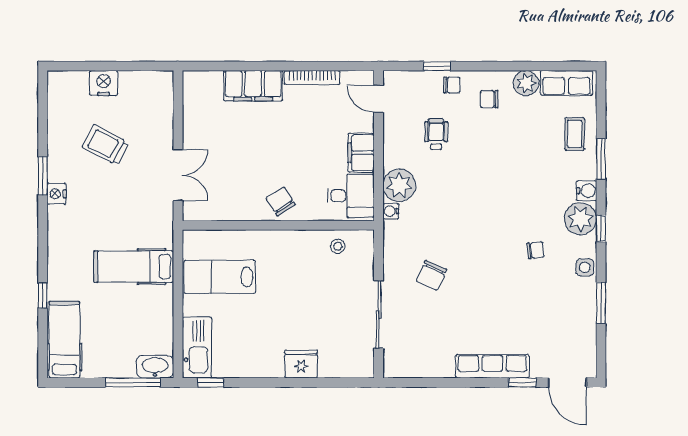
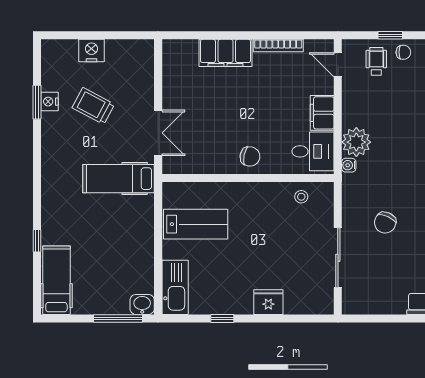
wheelchair: (436, 134) -> (376, 61), moved
window: (43, 176) -> (37, 102), moved
nightstand: (57, 194) -> (49, 102), moved
chair: (280, 201) -> (250, 156), turned 134
hospital bed: (134, 267) -> (118, 179), moved
lab bench: (220, 277) -> (196, 224), turned 180
washbasin: (155, 367) -> (142, 304), width x0.72
window: (211, 382) -> (222, 319), moved

